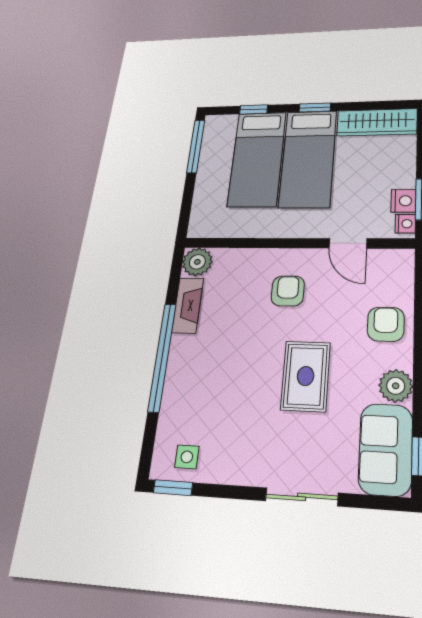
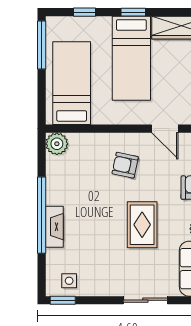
bed: (257, 159) -> (72, 83), moved, turned 180
armchair: (288, 291) -> (125, 165), turned -78
fireplace: (188, 305) -> (54, 227), moved

